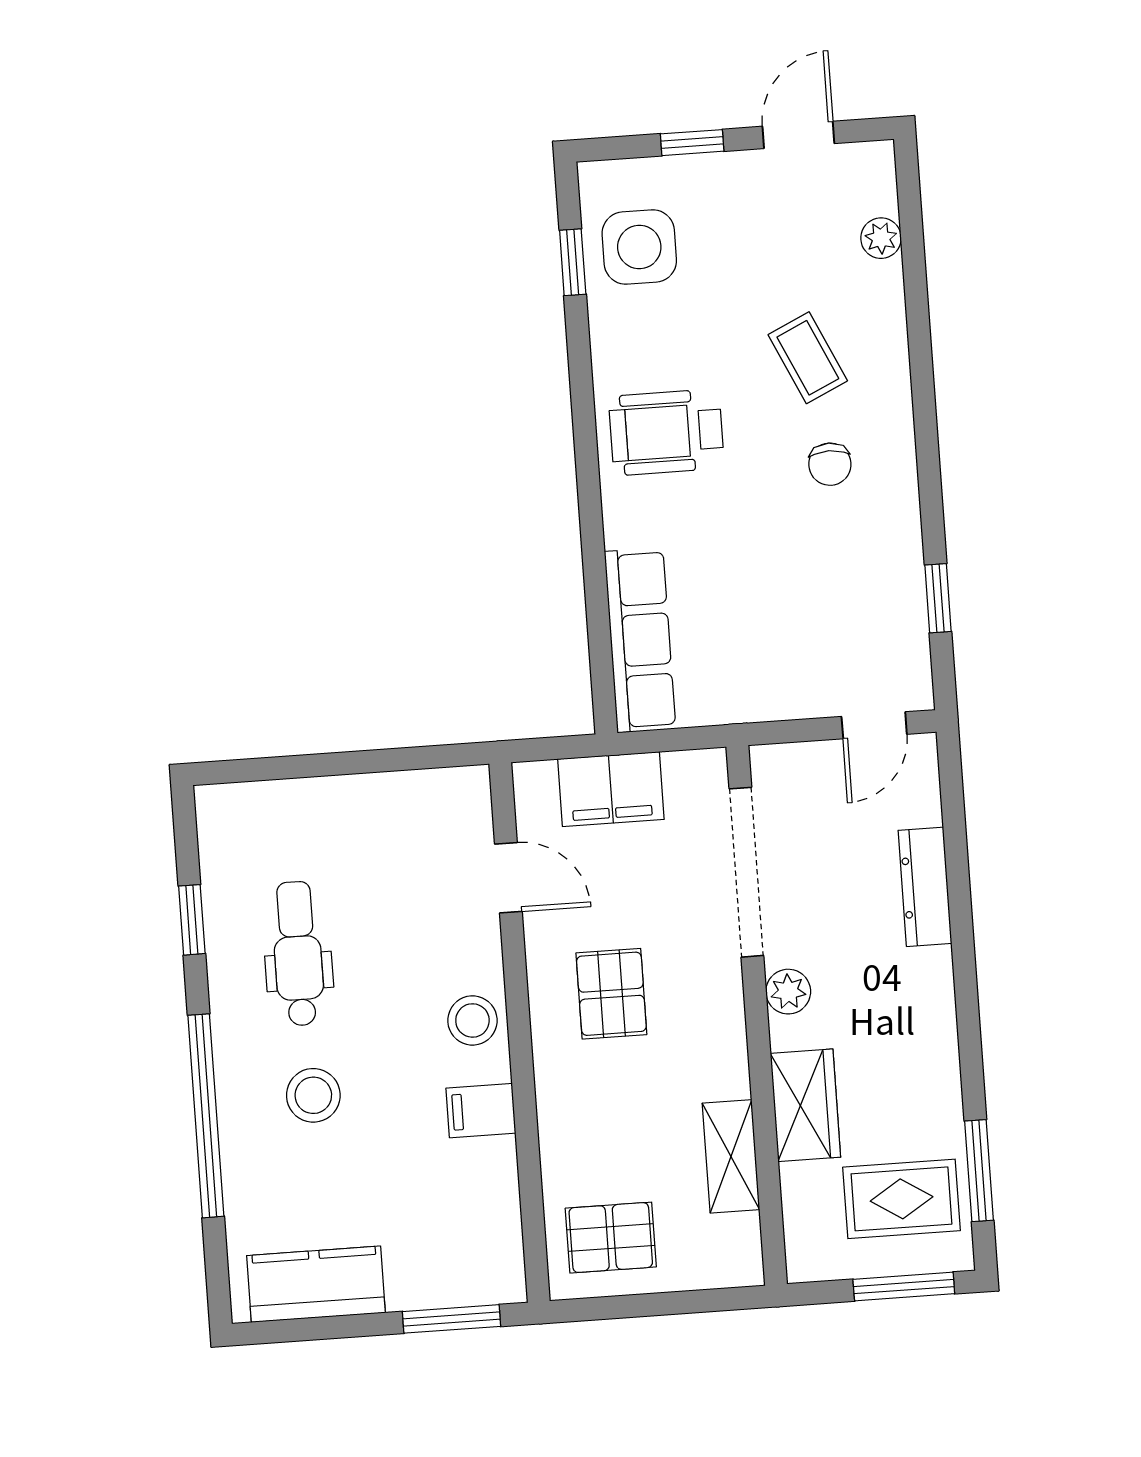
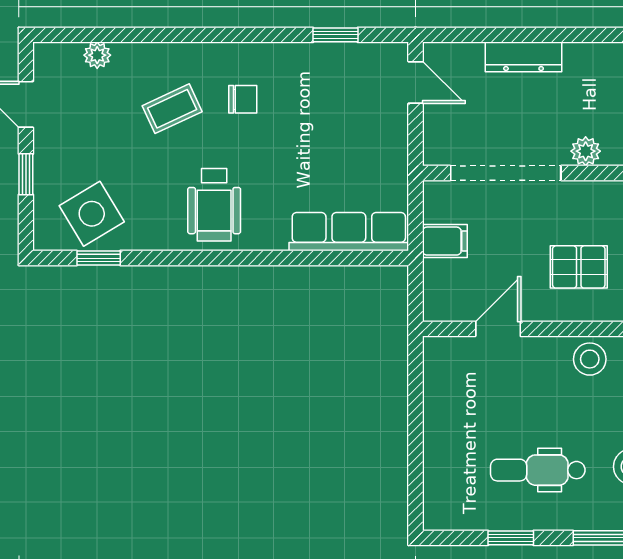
side table: (639, 247) -> (92, 214), turned -31
filing cabinet: (611, 789) -> (445, 241), width x0.50

